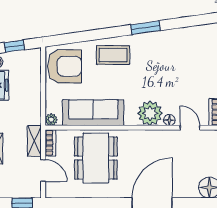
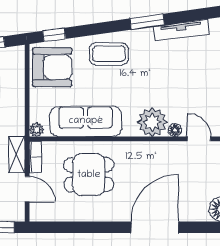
tv unit: (175, 35) -> (181, 30), added
window: (66, 39) -> (54, 35), added
dining table: (96, 158) -> (89, 175), width x0.73

